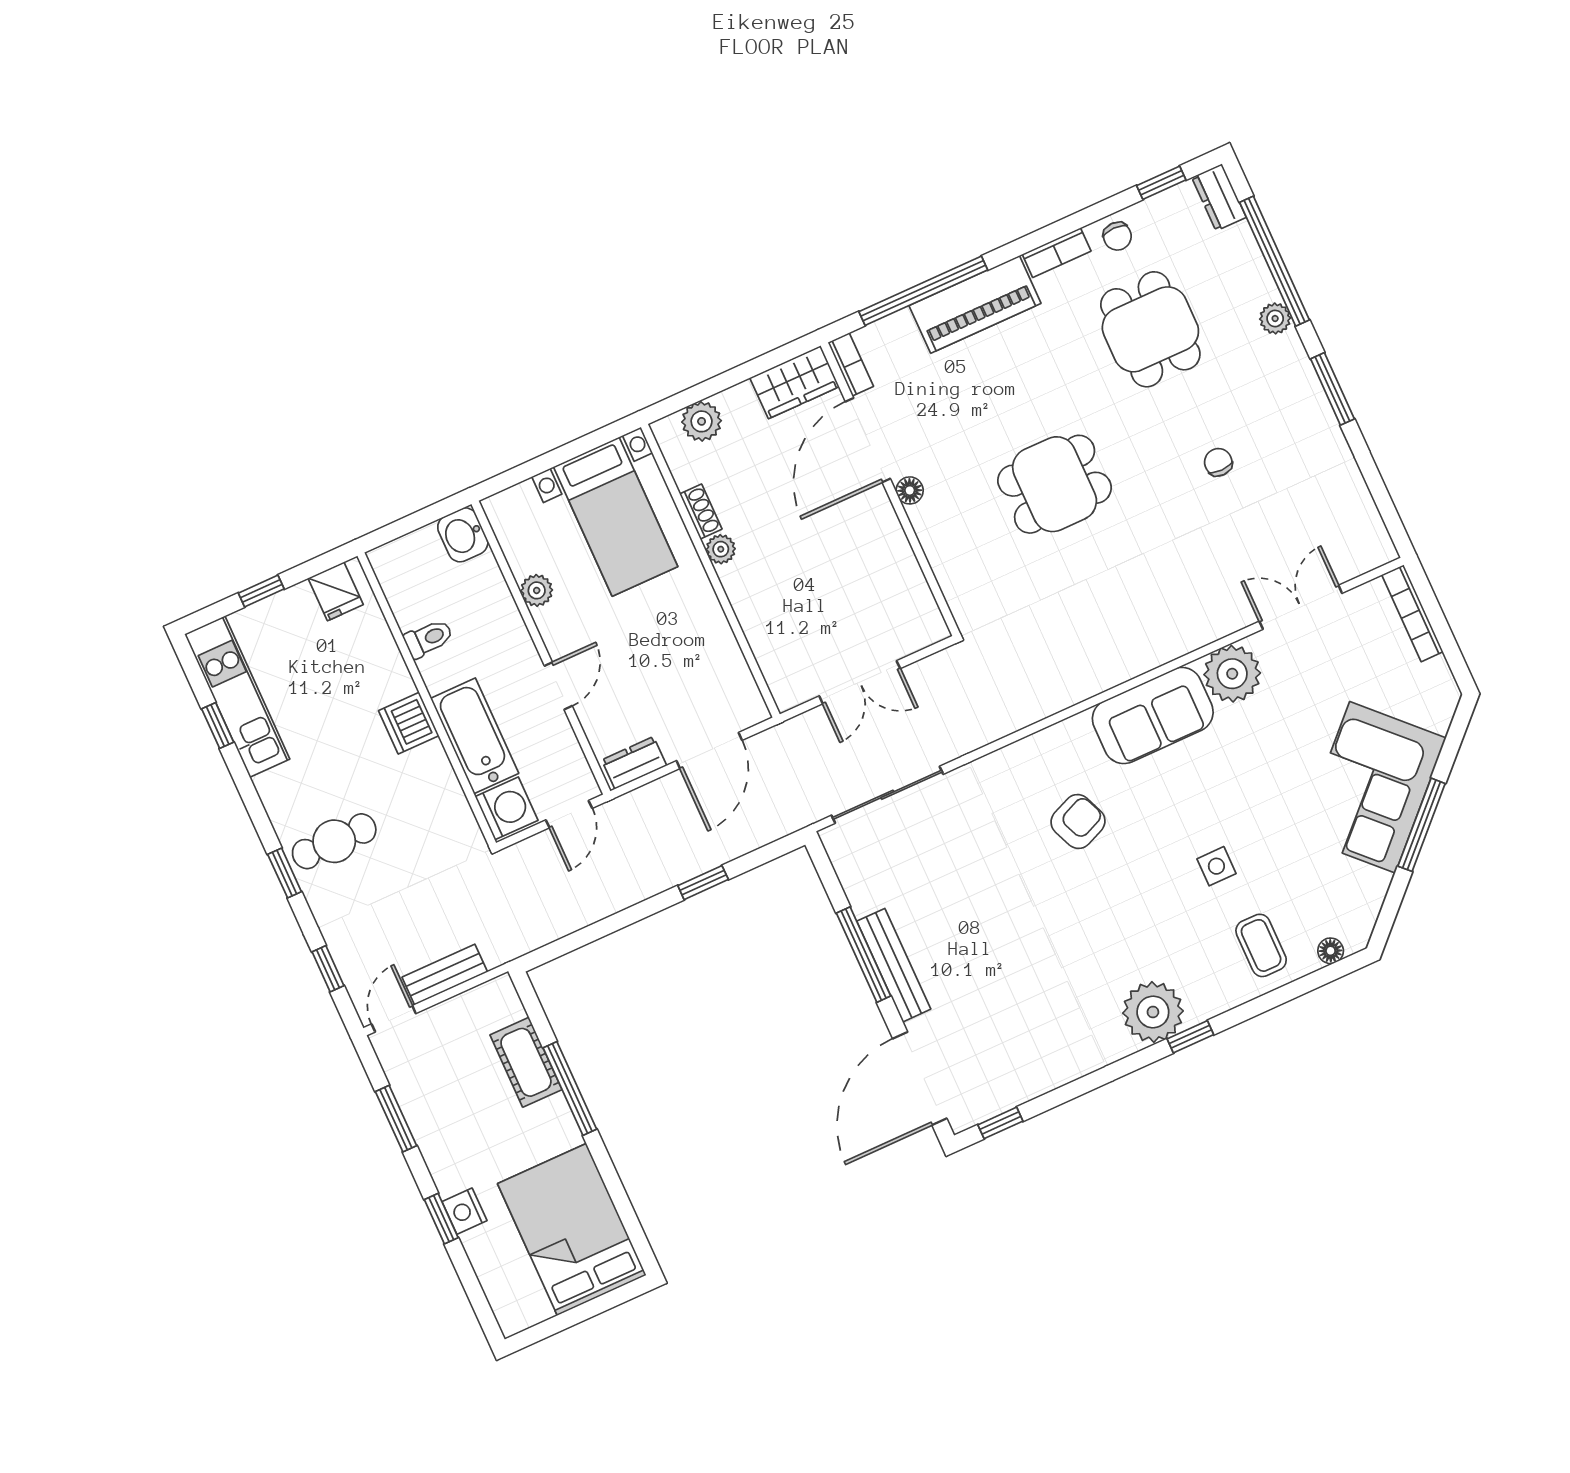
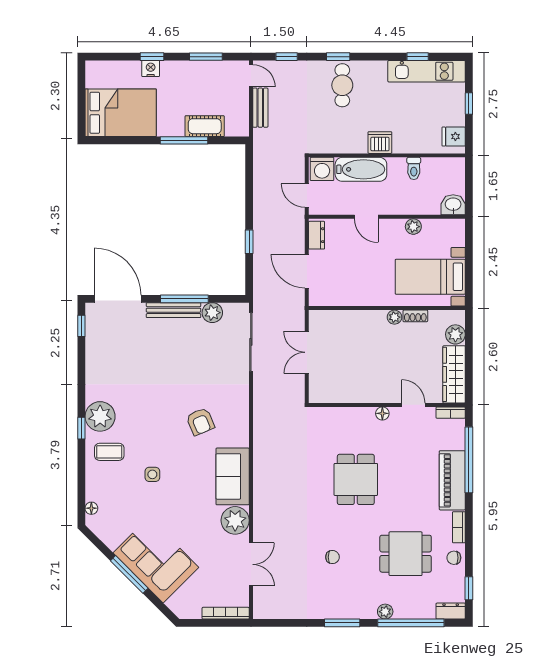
wardrobe: (795, 382) -> (454, 374), width x1.50
door: (868, 440) -> (413, 405), width x0.53
plant: (866, 891) -> (212, 313), added
coffee table: (1261, 945) -> (109, 452), moved

